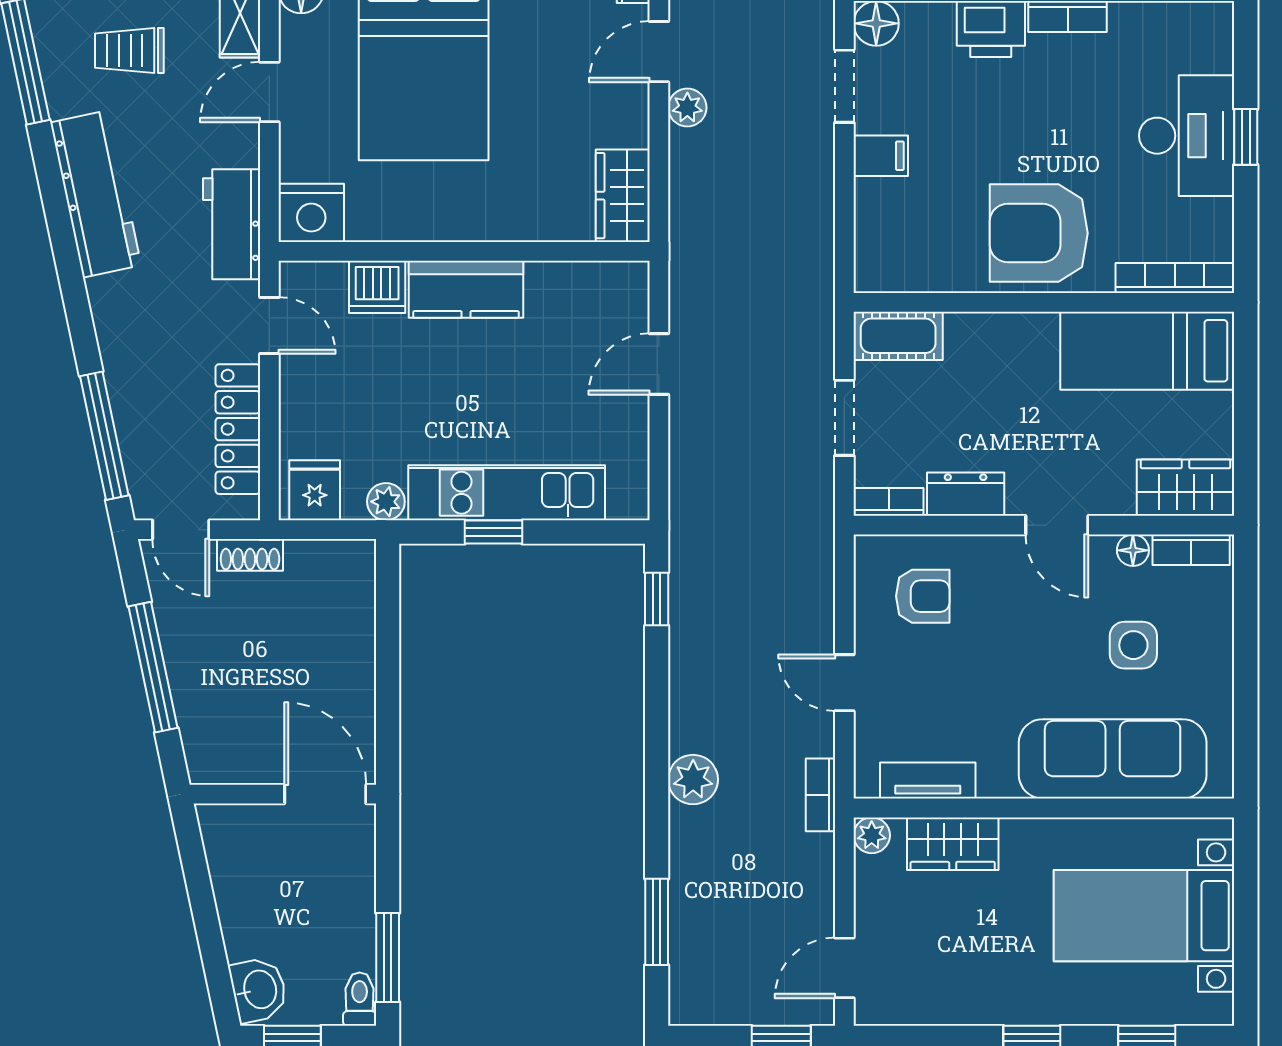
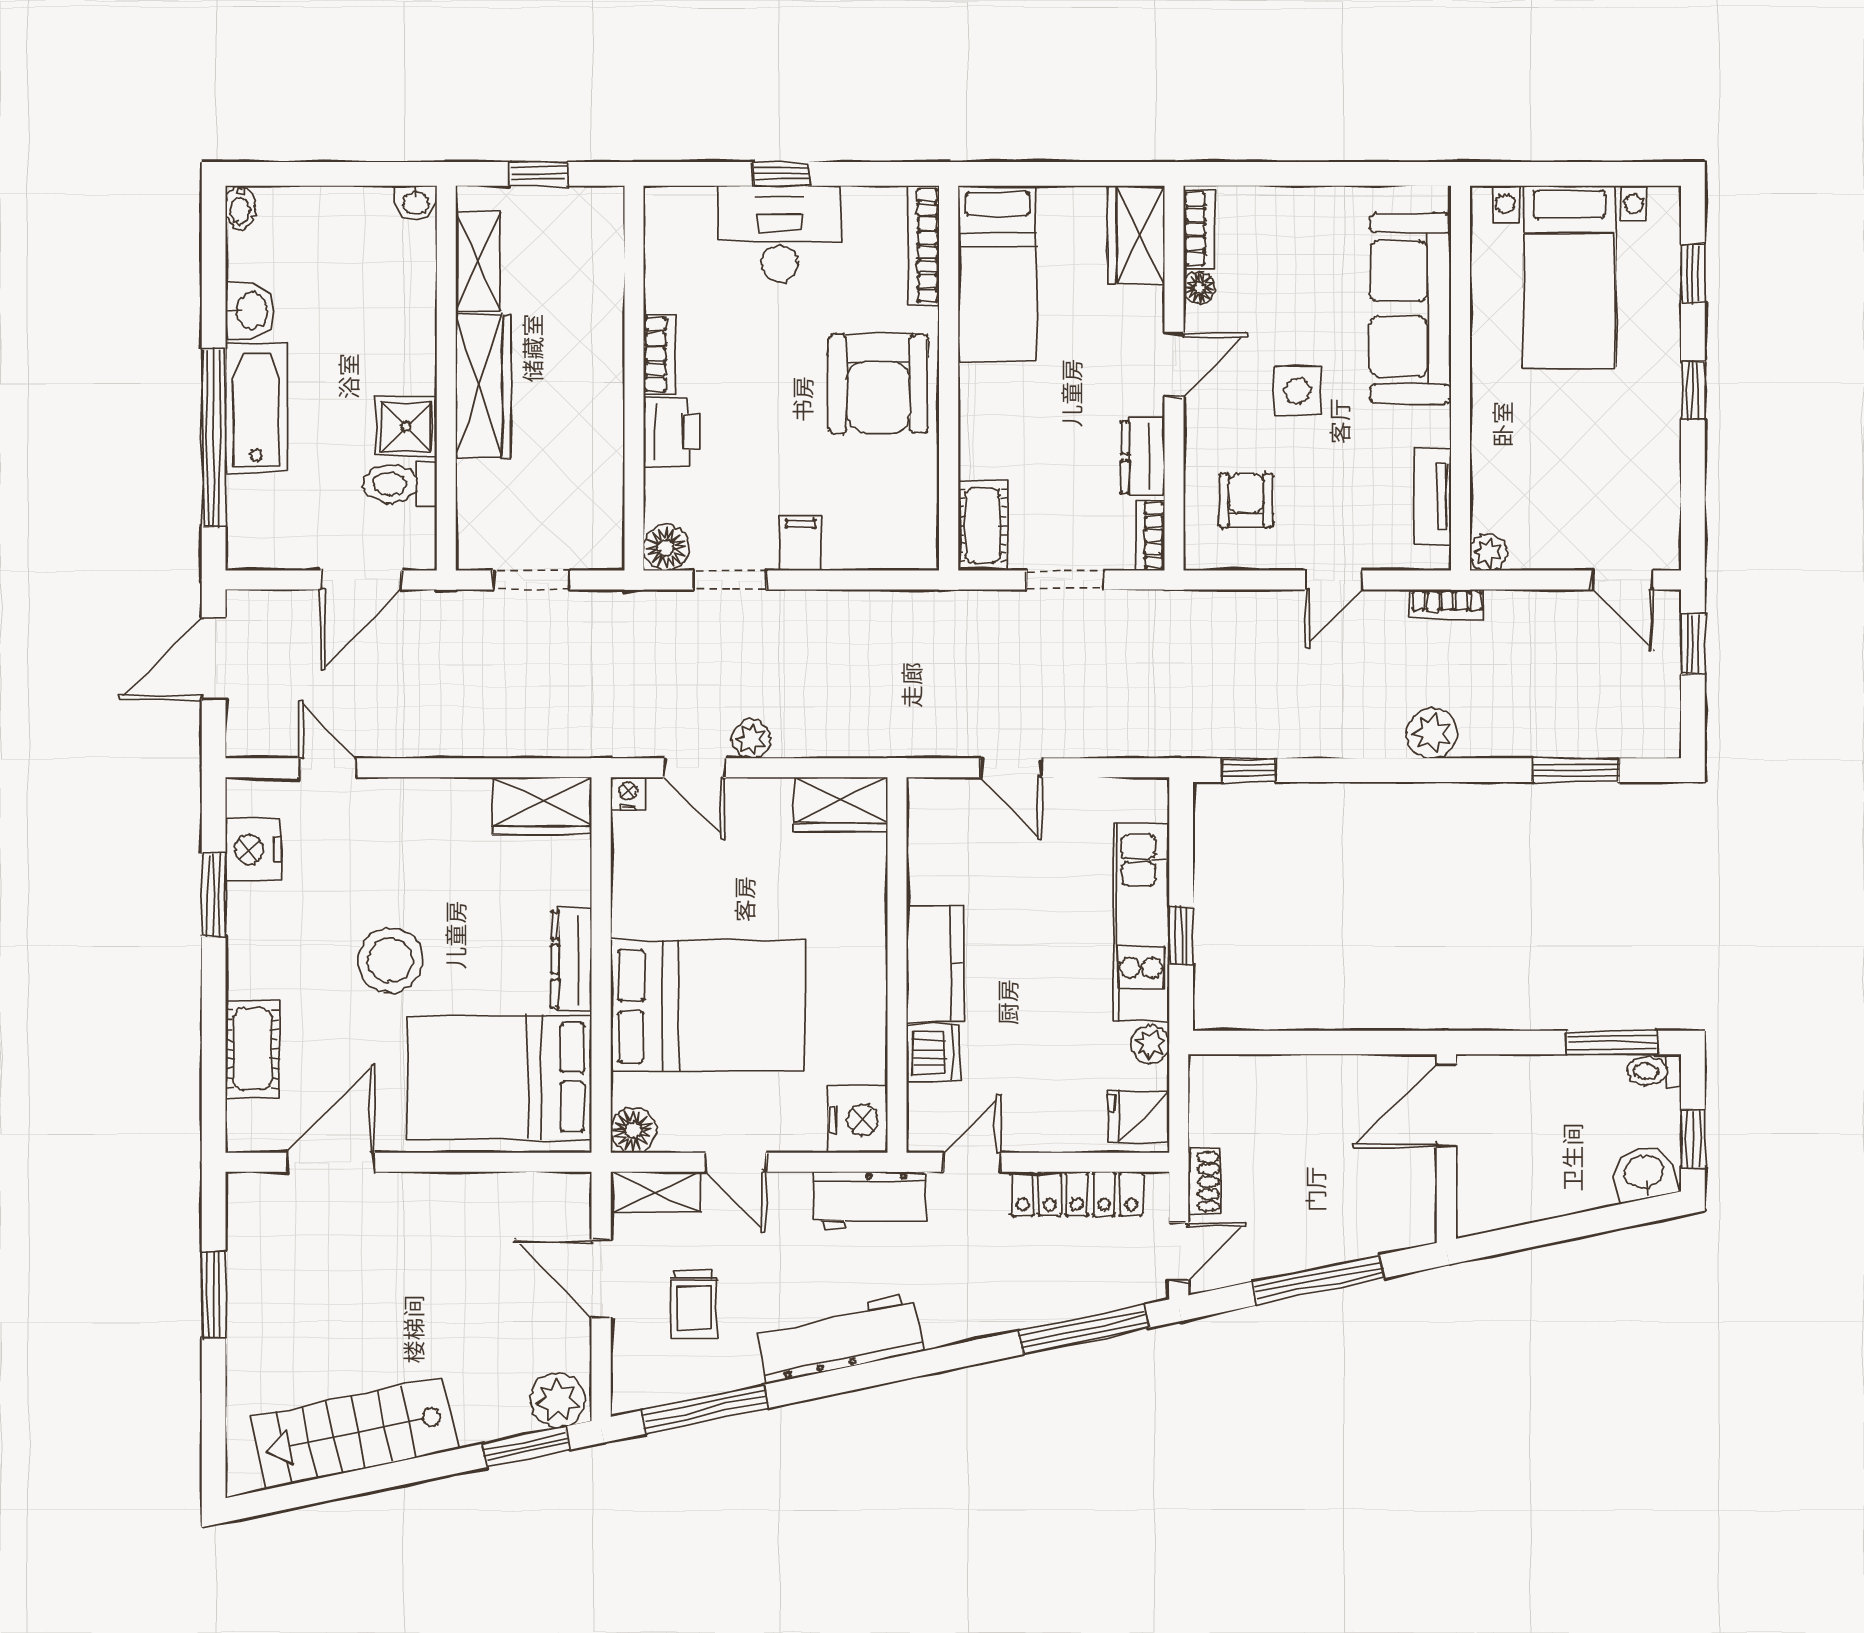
side table: (1133, 645) -> (1298, 391), moved
wardrobe: (953, 844) -> (1497, 470), removed

